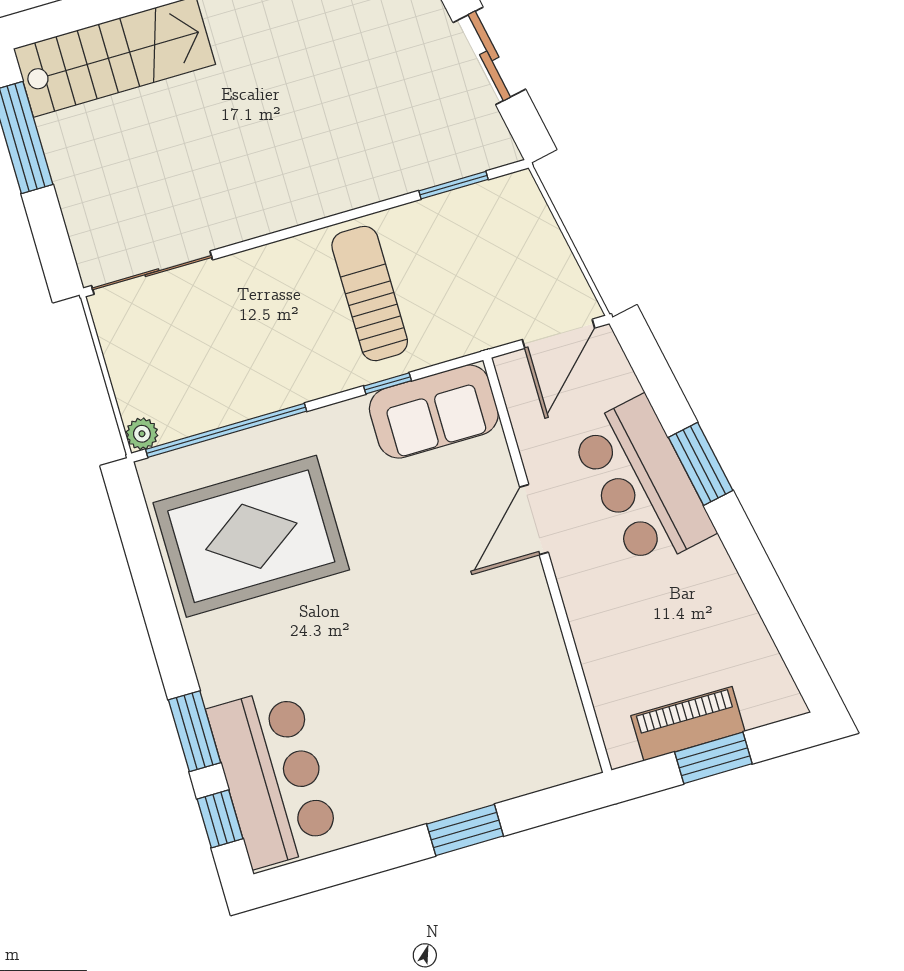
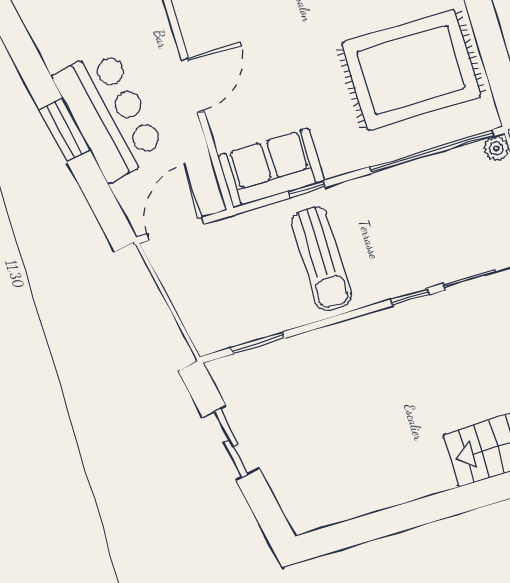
window: (256, 242) -> (410, 297), added

